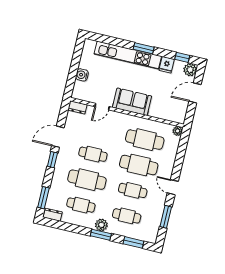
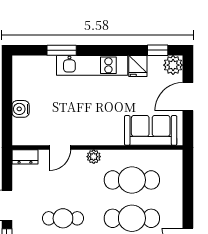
window: (144, 48) -> (62, 50), moved
kitchen unit: (128, 55) -> (92, 65), width x0.73
sofa: (132, 102) -> (151, 130), moved
plant: (178, 131) -> (94, 157), moved

